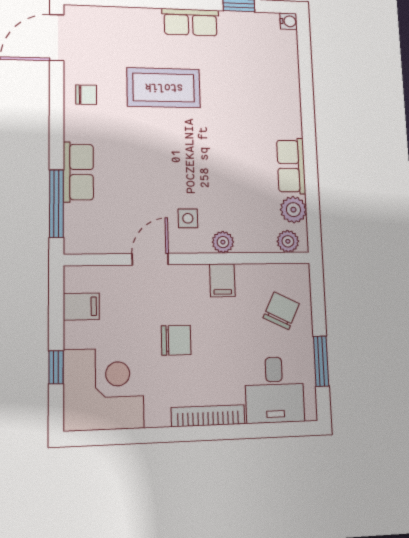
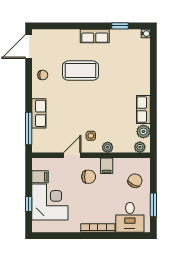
chair: (176, 340) -> (89, 177), moved
corner desk: (103, 389) -> (50, 202), moved

